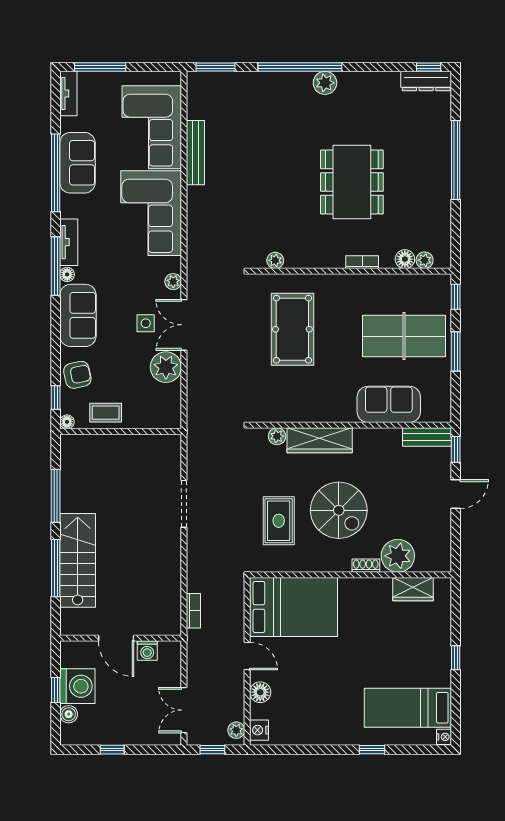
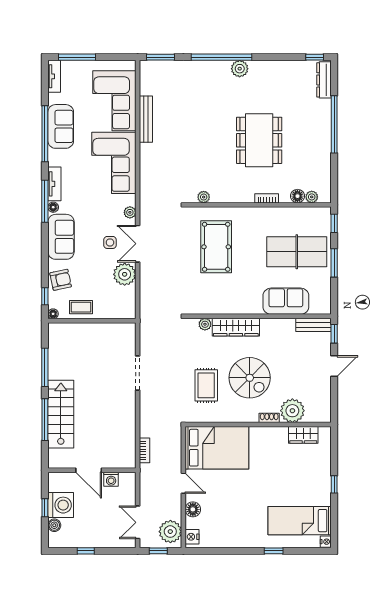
dresser: (426, 81) -> (324, 80), moved, turned 90
plant: (236, 730) -> (170, 532), width x1.87, depth x1.87

